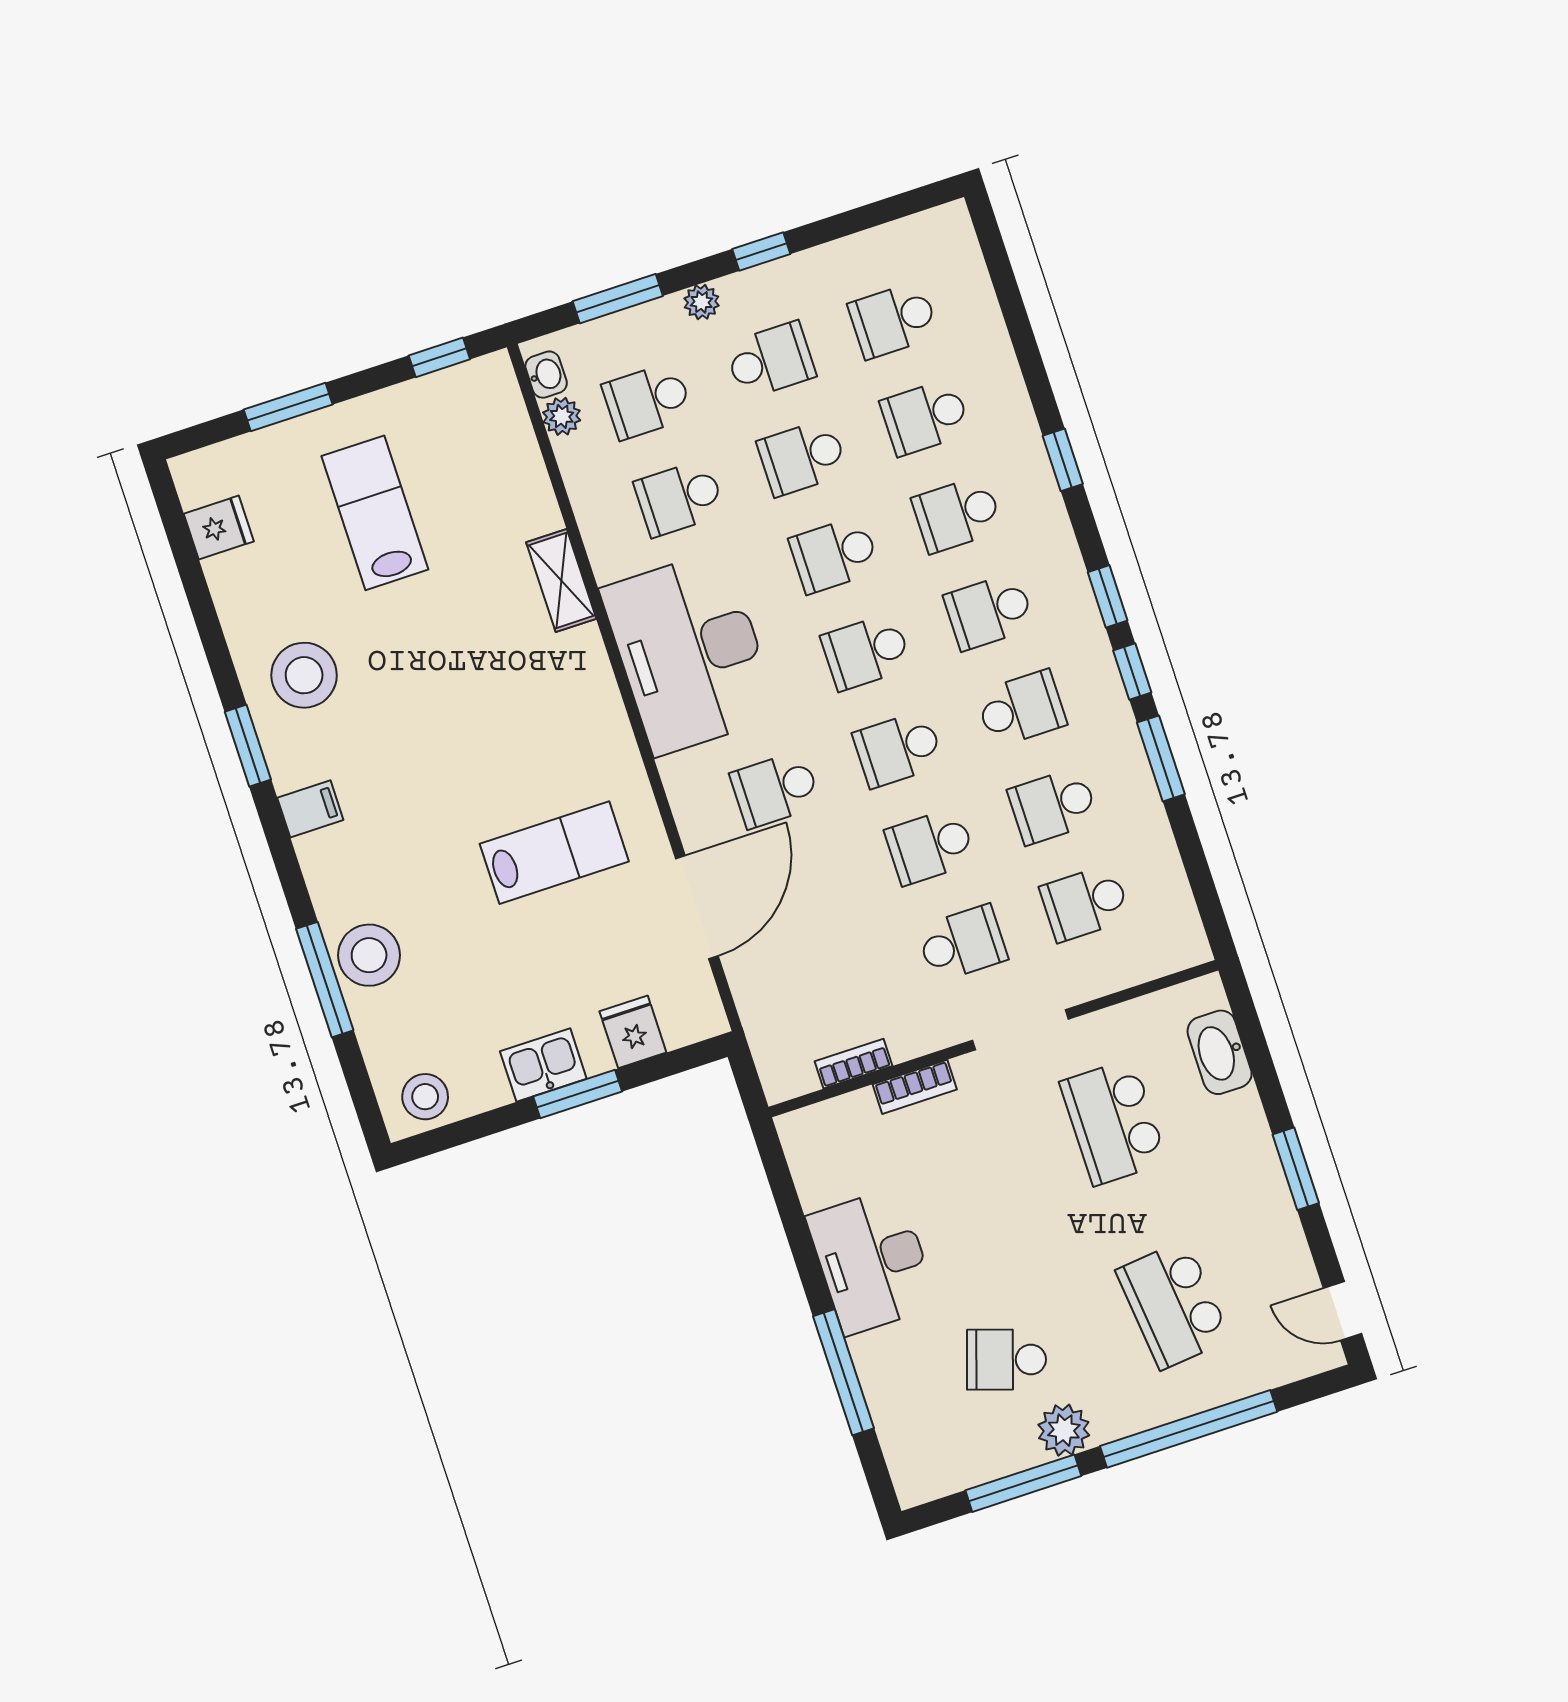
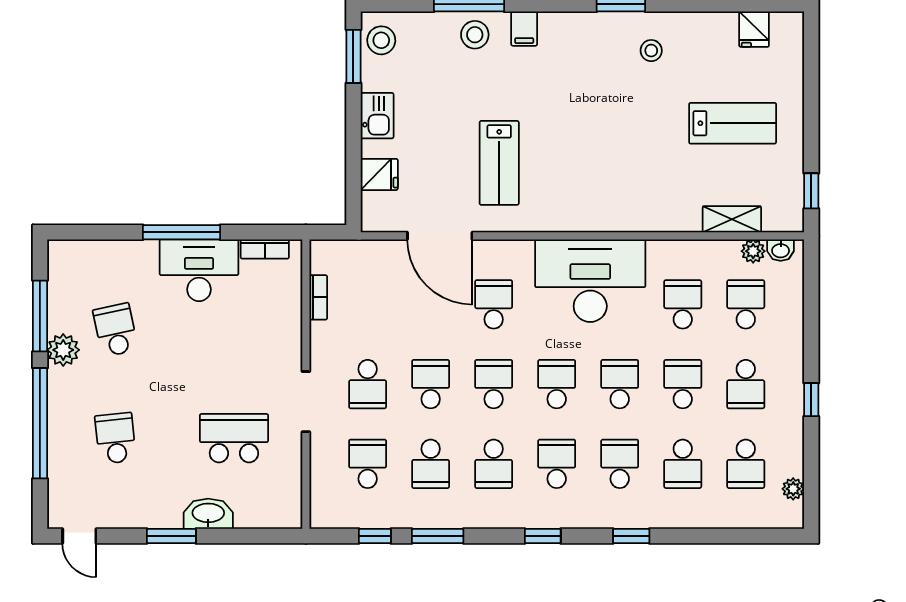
window: (618, 299) -> (811, 307), removed
plant: (702, 302) -> (793, 489), moved
school desk: (893, 320) -> (746, 464), turned 180
window: (288, 407) -> (811, 93), removed
school desk: (925, 417) -> (683, 464), turned 180
shelving: (561, 581) -> (732, 219), moved
window: (1132, 672) -> (375, 536), moved
stool: (304, 675) -> (651, 51), width x0.53, depth x0.53
school desk: (1053, 806) -> (431, 464), turned 180
filing cabinet: (310, 809) -> (524, 29), moved
stool: (369, 955) -> (475, 35), width x0.73, depth x0.73
washbasin: (1220, 1052) -> (208, 514), moved
bookcase: (915, 1087) -> (265, 249), moved, turned -90
window: (578, 1094) -> (353, 56), moved
school desk: (1173, 1305) -> (115, 438), width x0.54
door: (1343, 1311) -> (79, 536), swing flipped
school desk: (1006, 1360) -> (115, 330), turned -30
window: (844, 1372) -> (181, 232), moved

